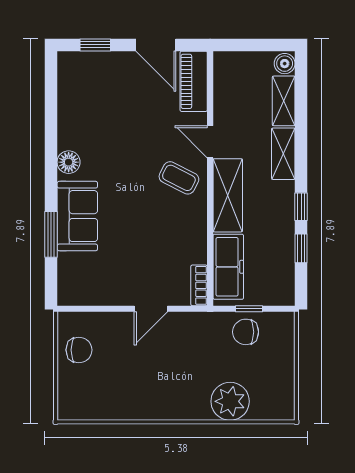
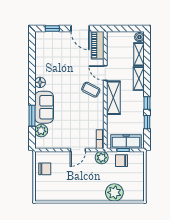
plant: (71, 267) -> (41, 131), added
freezer: (228, 267) -> (126, 142), moved, turned -90
plant: (202, 325) -> (102, 158), added

